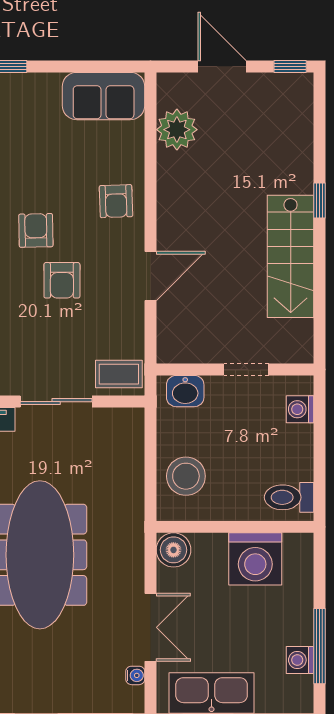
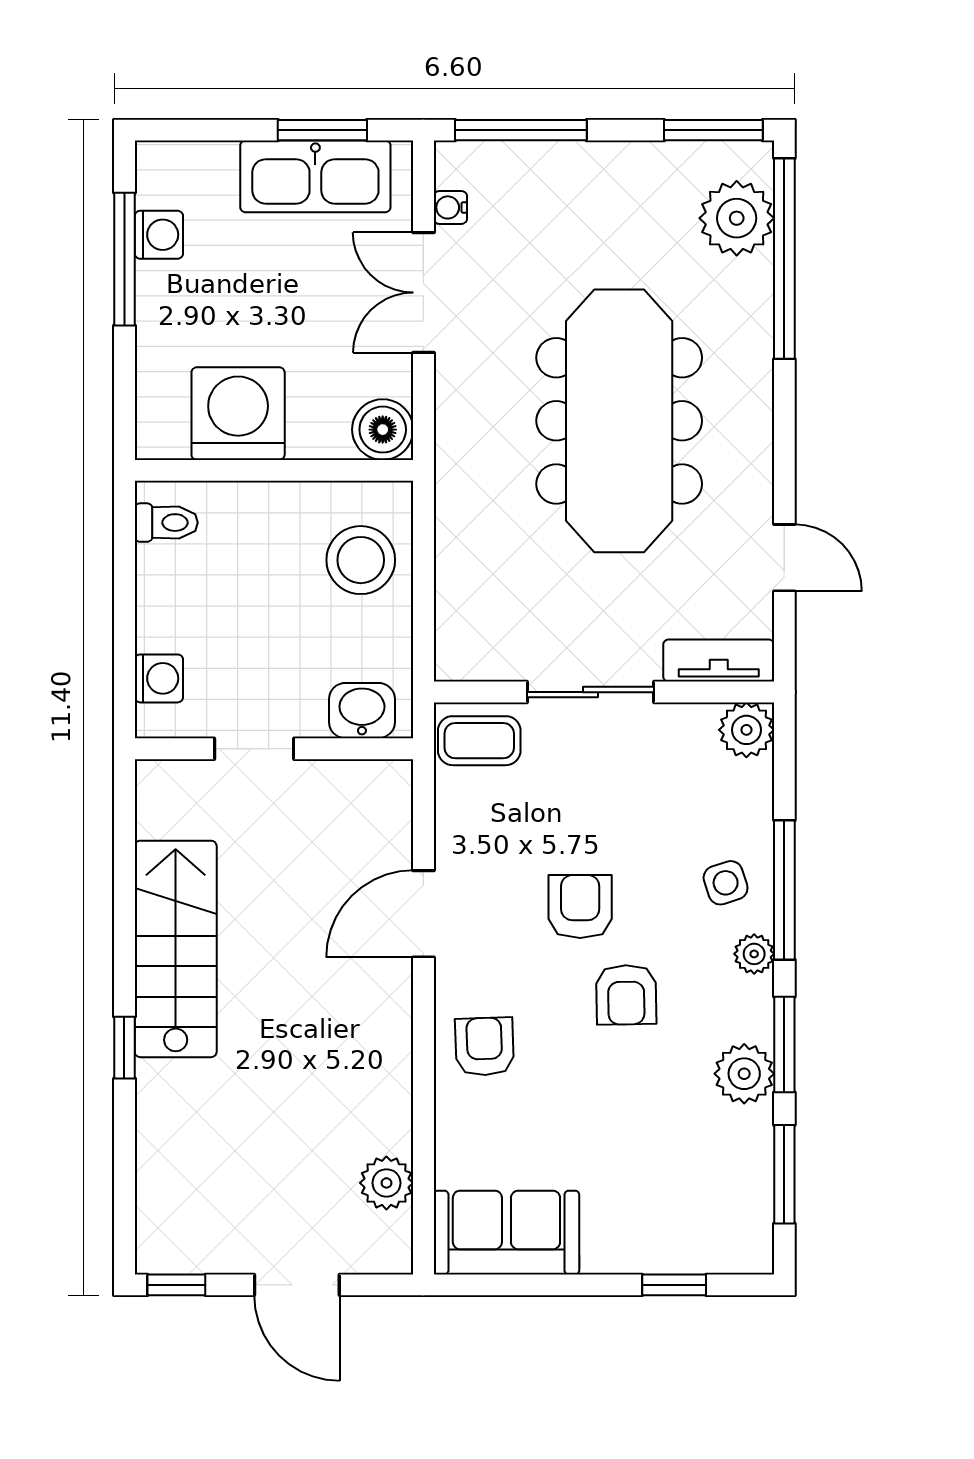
plant: (177, 130) -> (386, 1183), width x0.73, depth x0.73
toilet: (289, 497) -> (166, 523), width x0.73, depth x0.72

